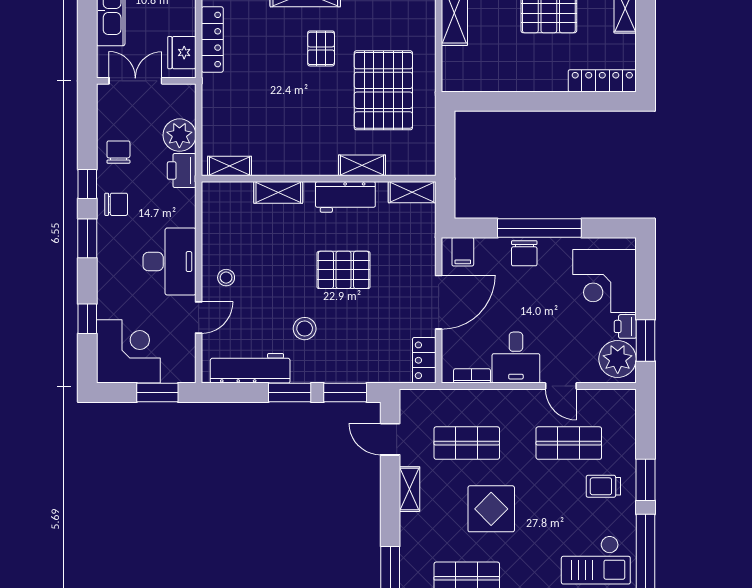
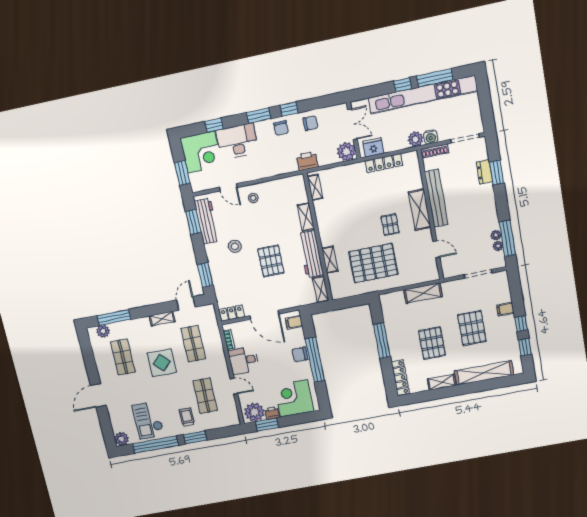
pallet: (321, 48) -> (390, 225), turned 90
window: (527, 101) -> (382, 341), added
plant: (179, 135) -> (346, 152), moved
workbench: (345, 197) -> (311, 254), width x1.38
desk: (169, 262) -> (237, 141), moved, turned 180
door: (561, 386) -> (234, 386), swing flipped
window: (290, 393) -> (193, 222), moved

